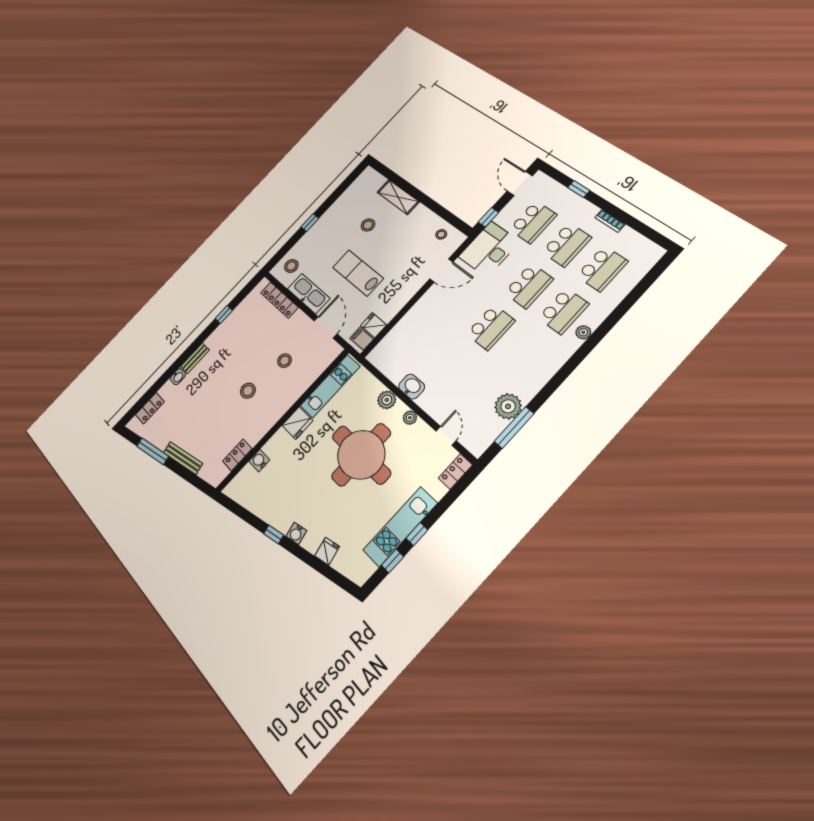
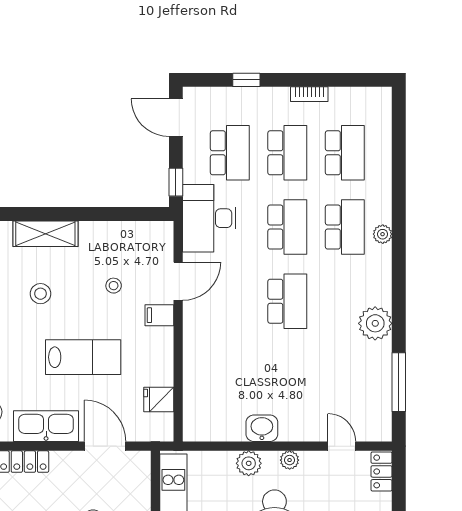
stool: (441, 234) -> (114, 286), moved
lab bench: (358, 273) -> (83, 357), turned 180
filing cabinet: (362, 339) -> (159, 315), moved
plant: (508, 406) -> (375, 323), moved

